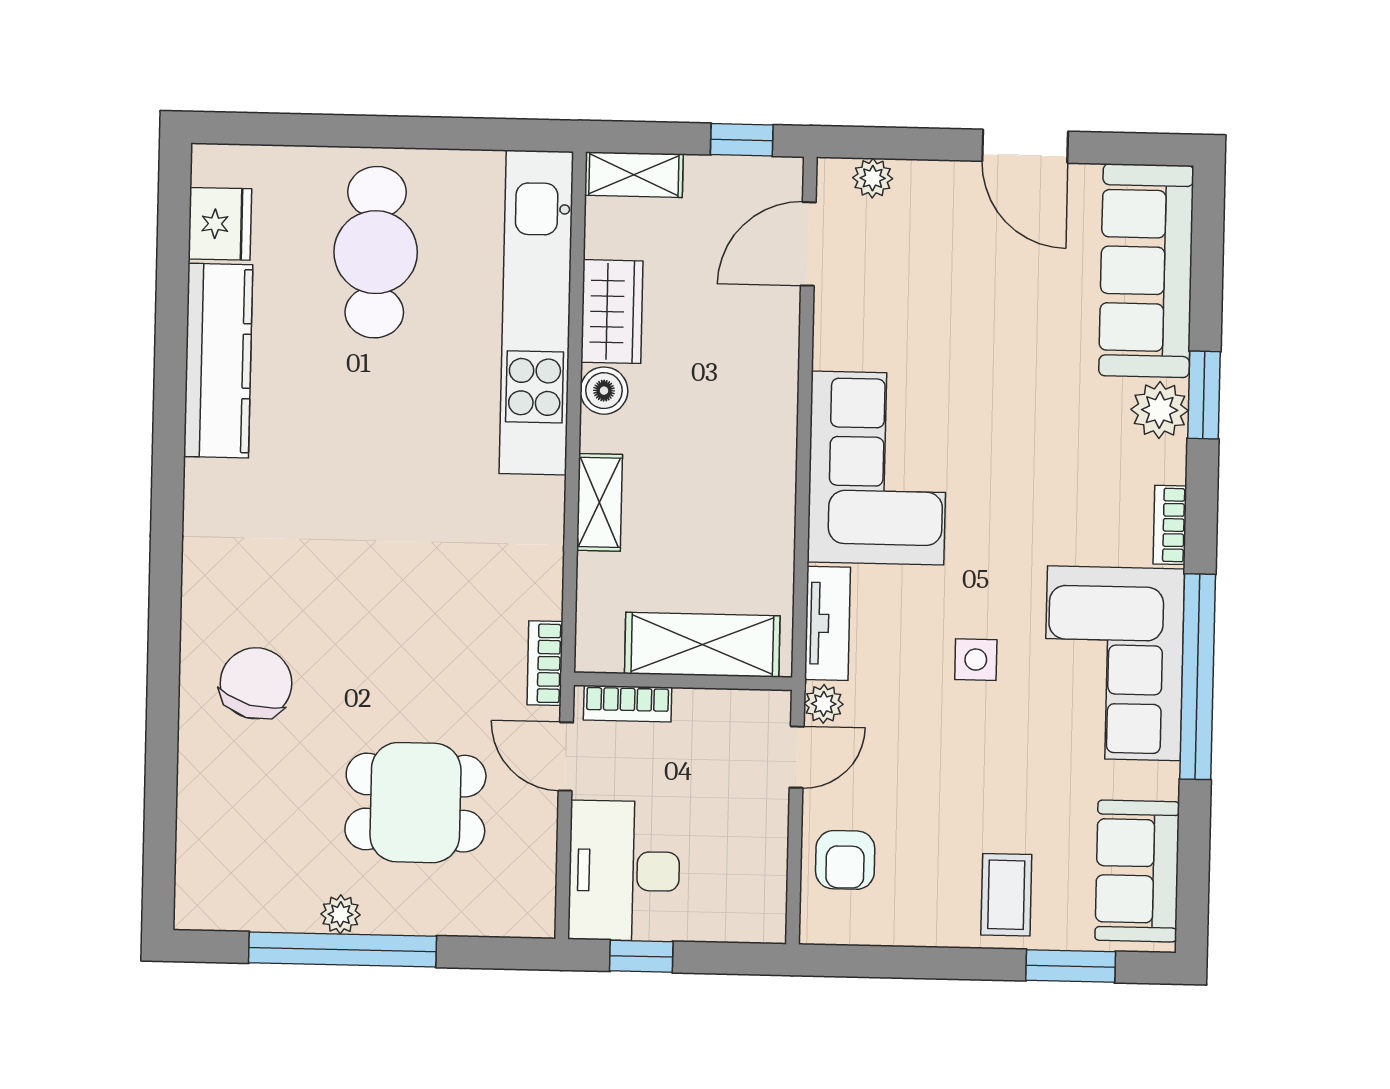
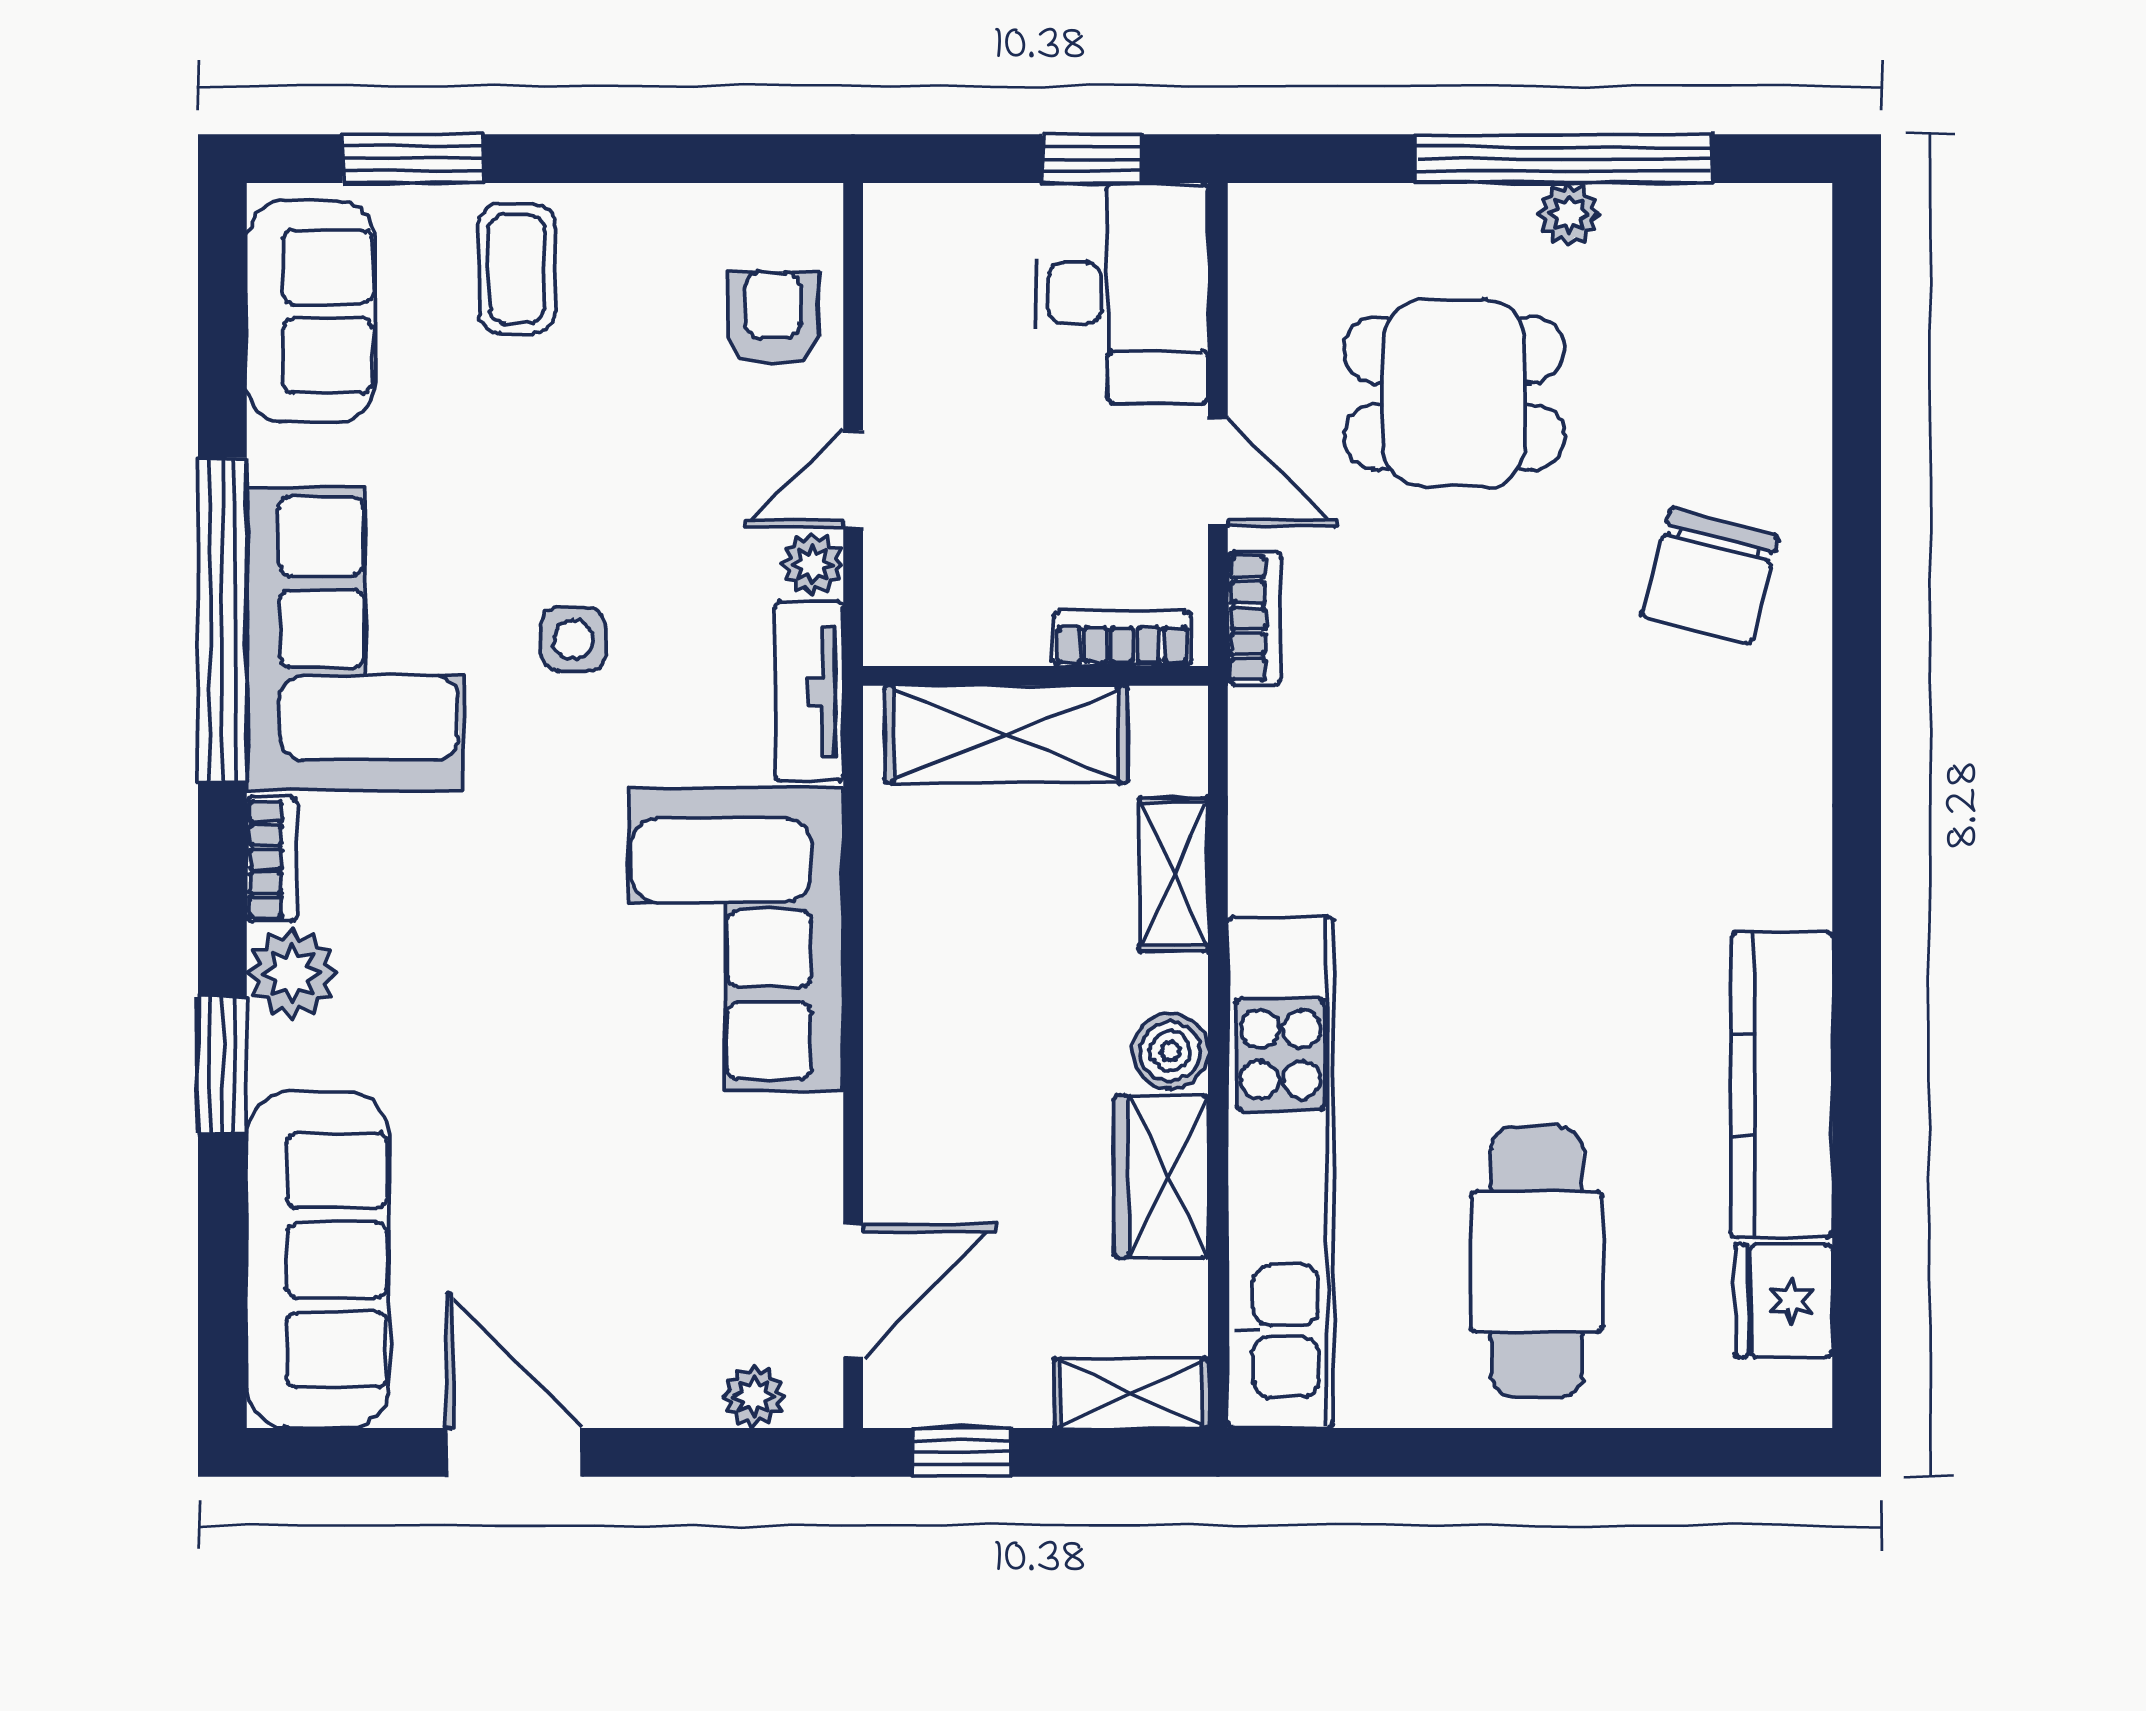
plant: (1160, 410) -> (292, 973), moved
shelving: (702, 645) -> (1006, 734), moved
wall: (683, 681) -> (1035, 676), moved
bookcase: (628, 704) -> (1122, 638), moved

